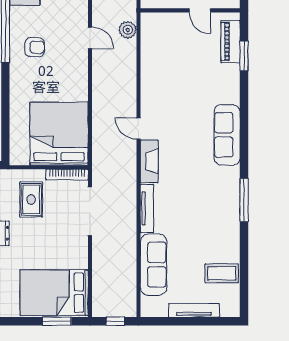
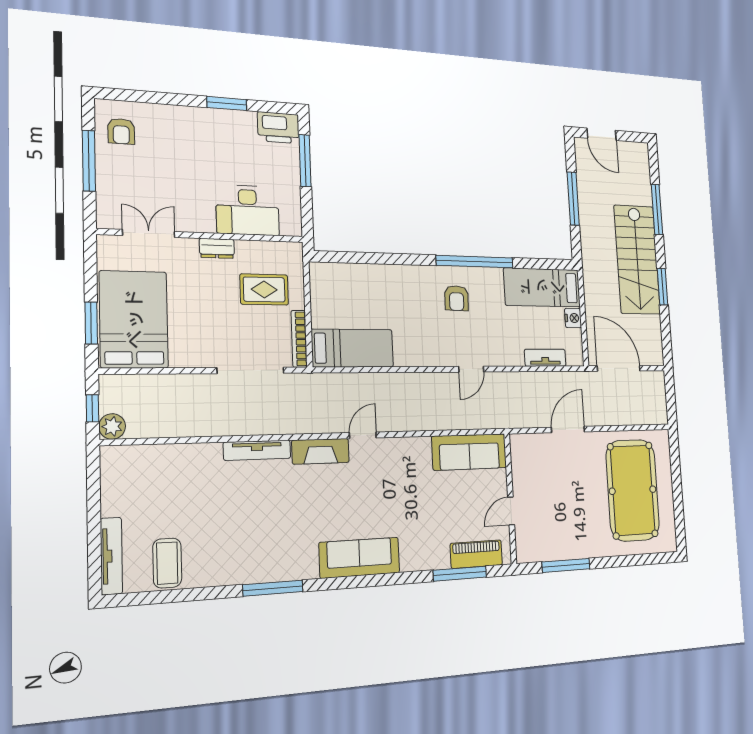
plant: (128, 30) -> (112, 426), moved
window: (244, 56) -> (460, 574), width x1.44
bed: (59, 134) -> (353, 348), width x0.49
sofa: (153, 265) -> (469, 452), moved
tv unit: (194, 310) -> (111, 556), moved

